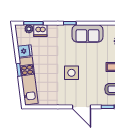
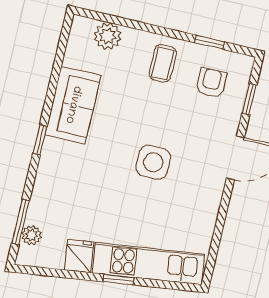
dishwasher: (40, 31) -> (41, 210), removed

